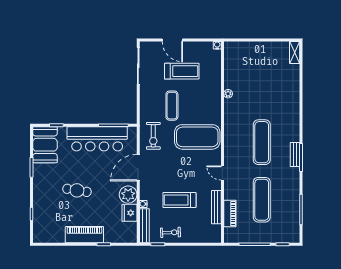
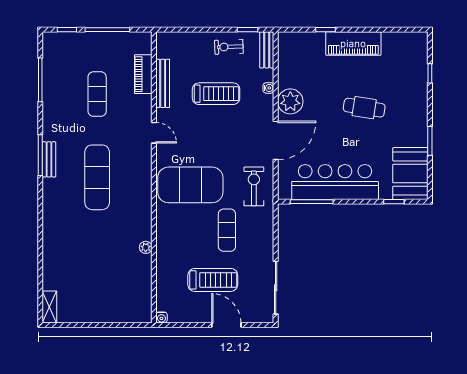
treadmill: (182, 71) -> (213, 280), turned 180
exercise mat: (262, 200) -> (97, 94), width x0.73, depth x0.69
fridge: (129, 213) -> (288, 75), removed
bench: (144, 226) -> (267, 50), width x0.73

